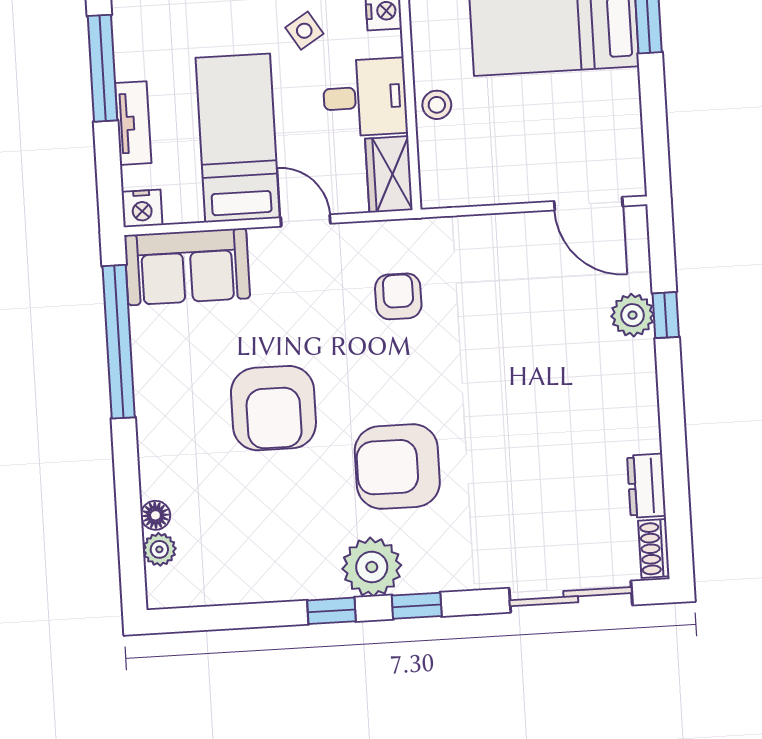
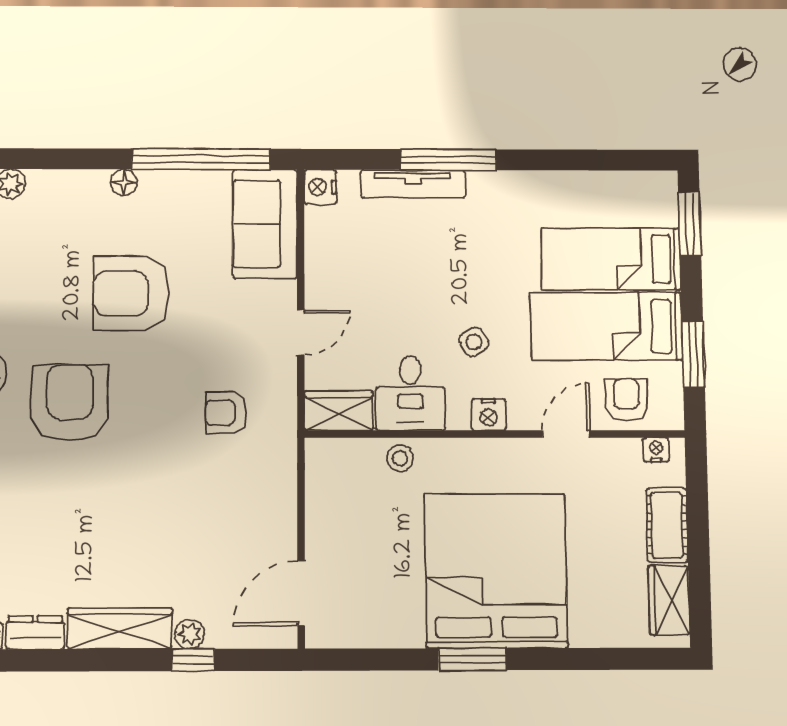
tv unit: (133, 123) -> (413, 184), width x1.41
bed: (238, 138) -> (379, 276), removed
armchair: (398, 296) -> (226, 413), turned 180
plant: (633, 315) -> (190, 634), width x0.73, depth x0.73
wardrobe: (637, 396) -> (120, 629), added
floor lamp: (155, 515) -> (124, 182), moved

